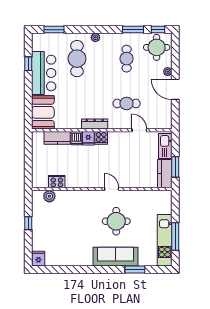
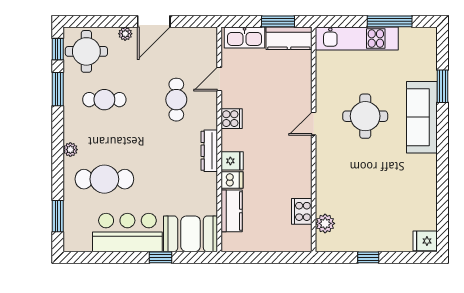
window: (28, 64) -> (161, 257), moved
cooker: (101, 138) -> (232, 119), moved
kitchen unit: (165, 240) -> (357, 39), moved

